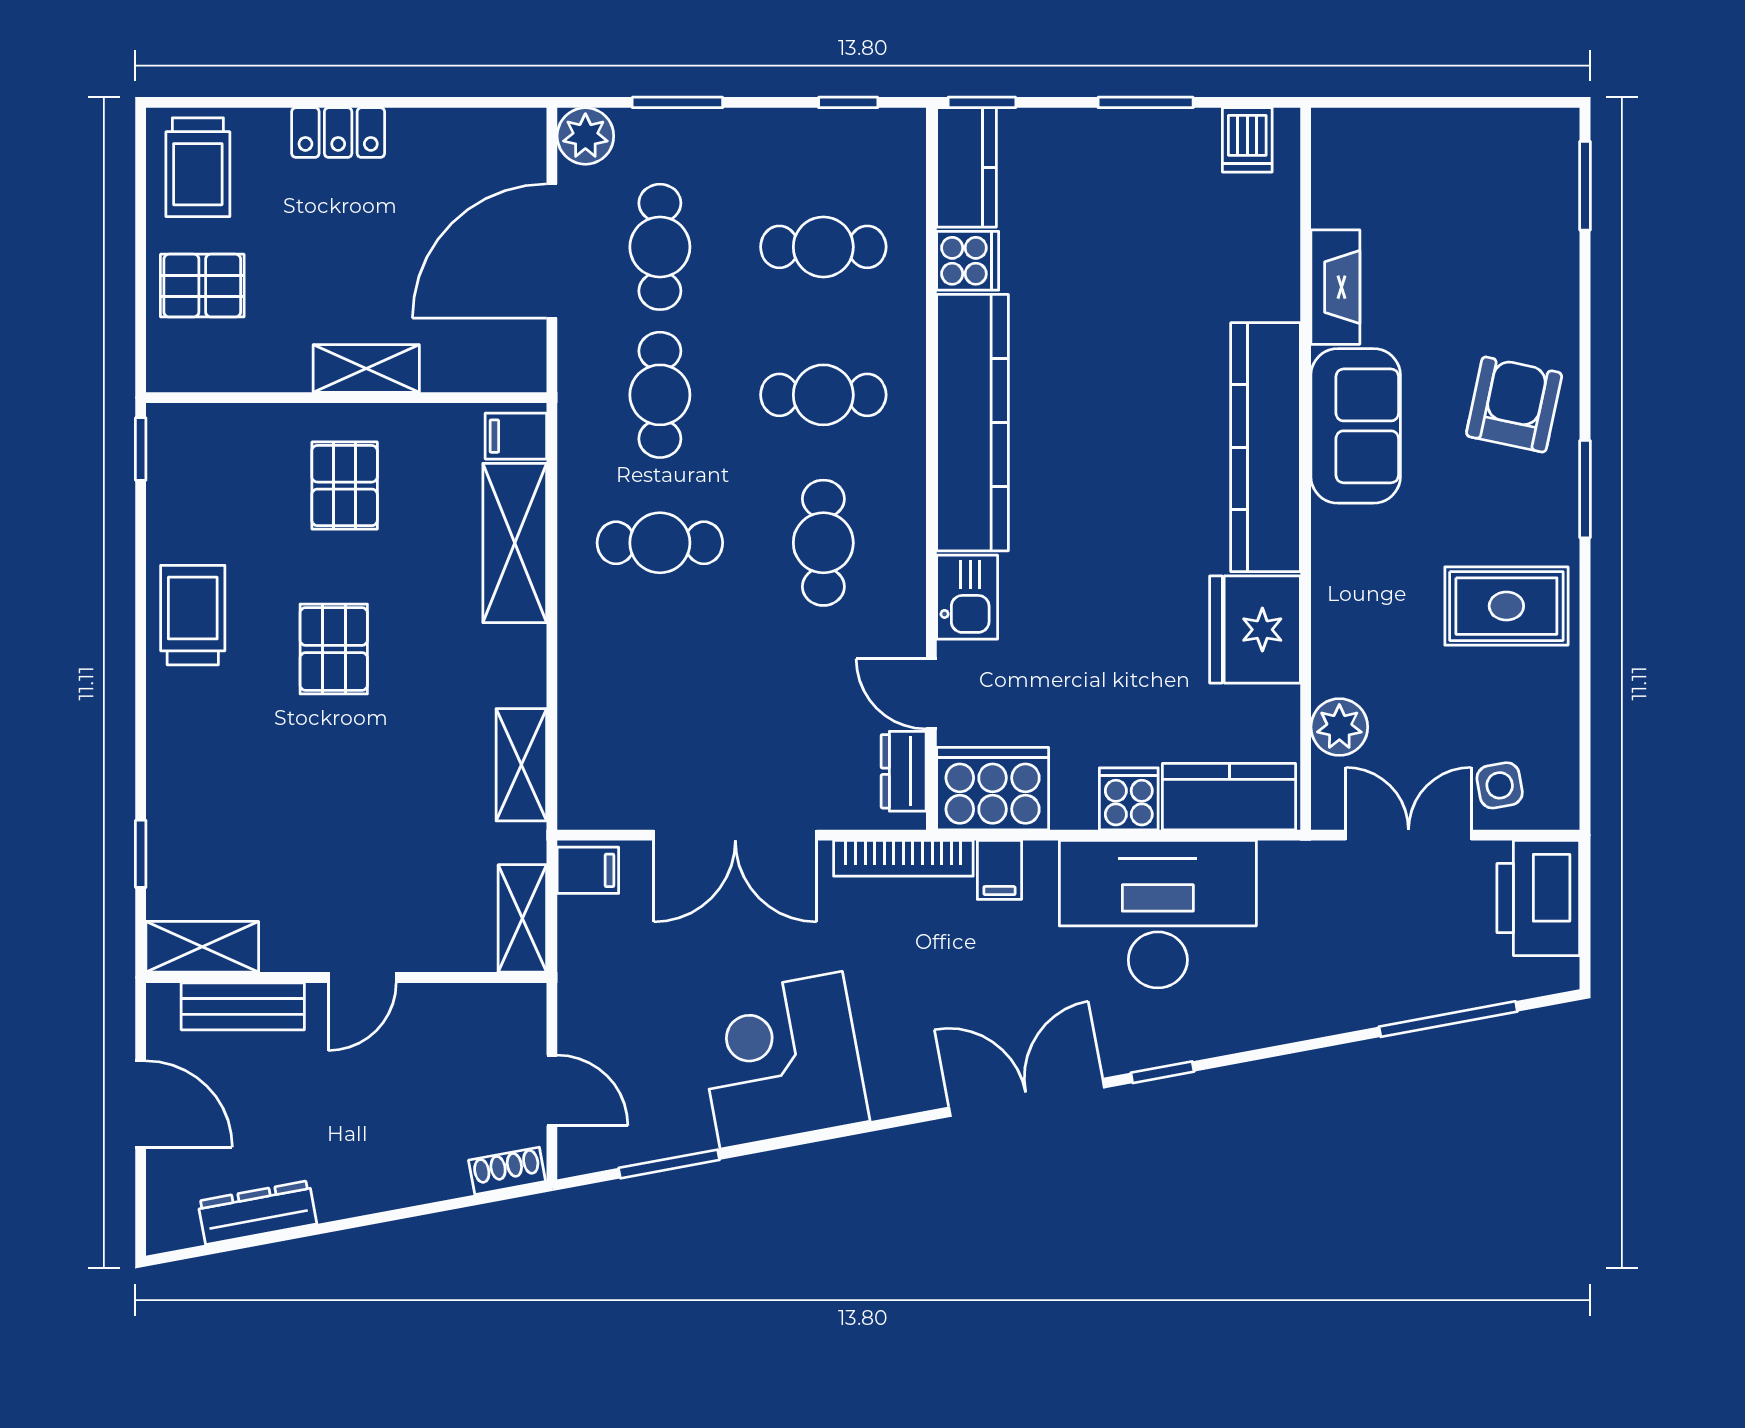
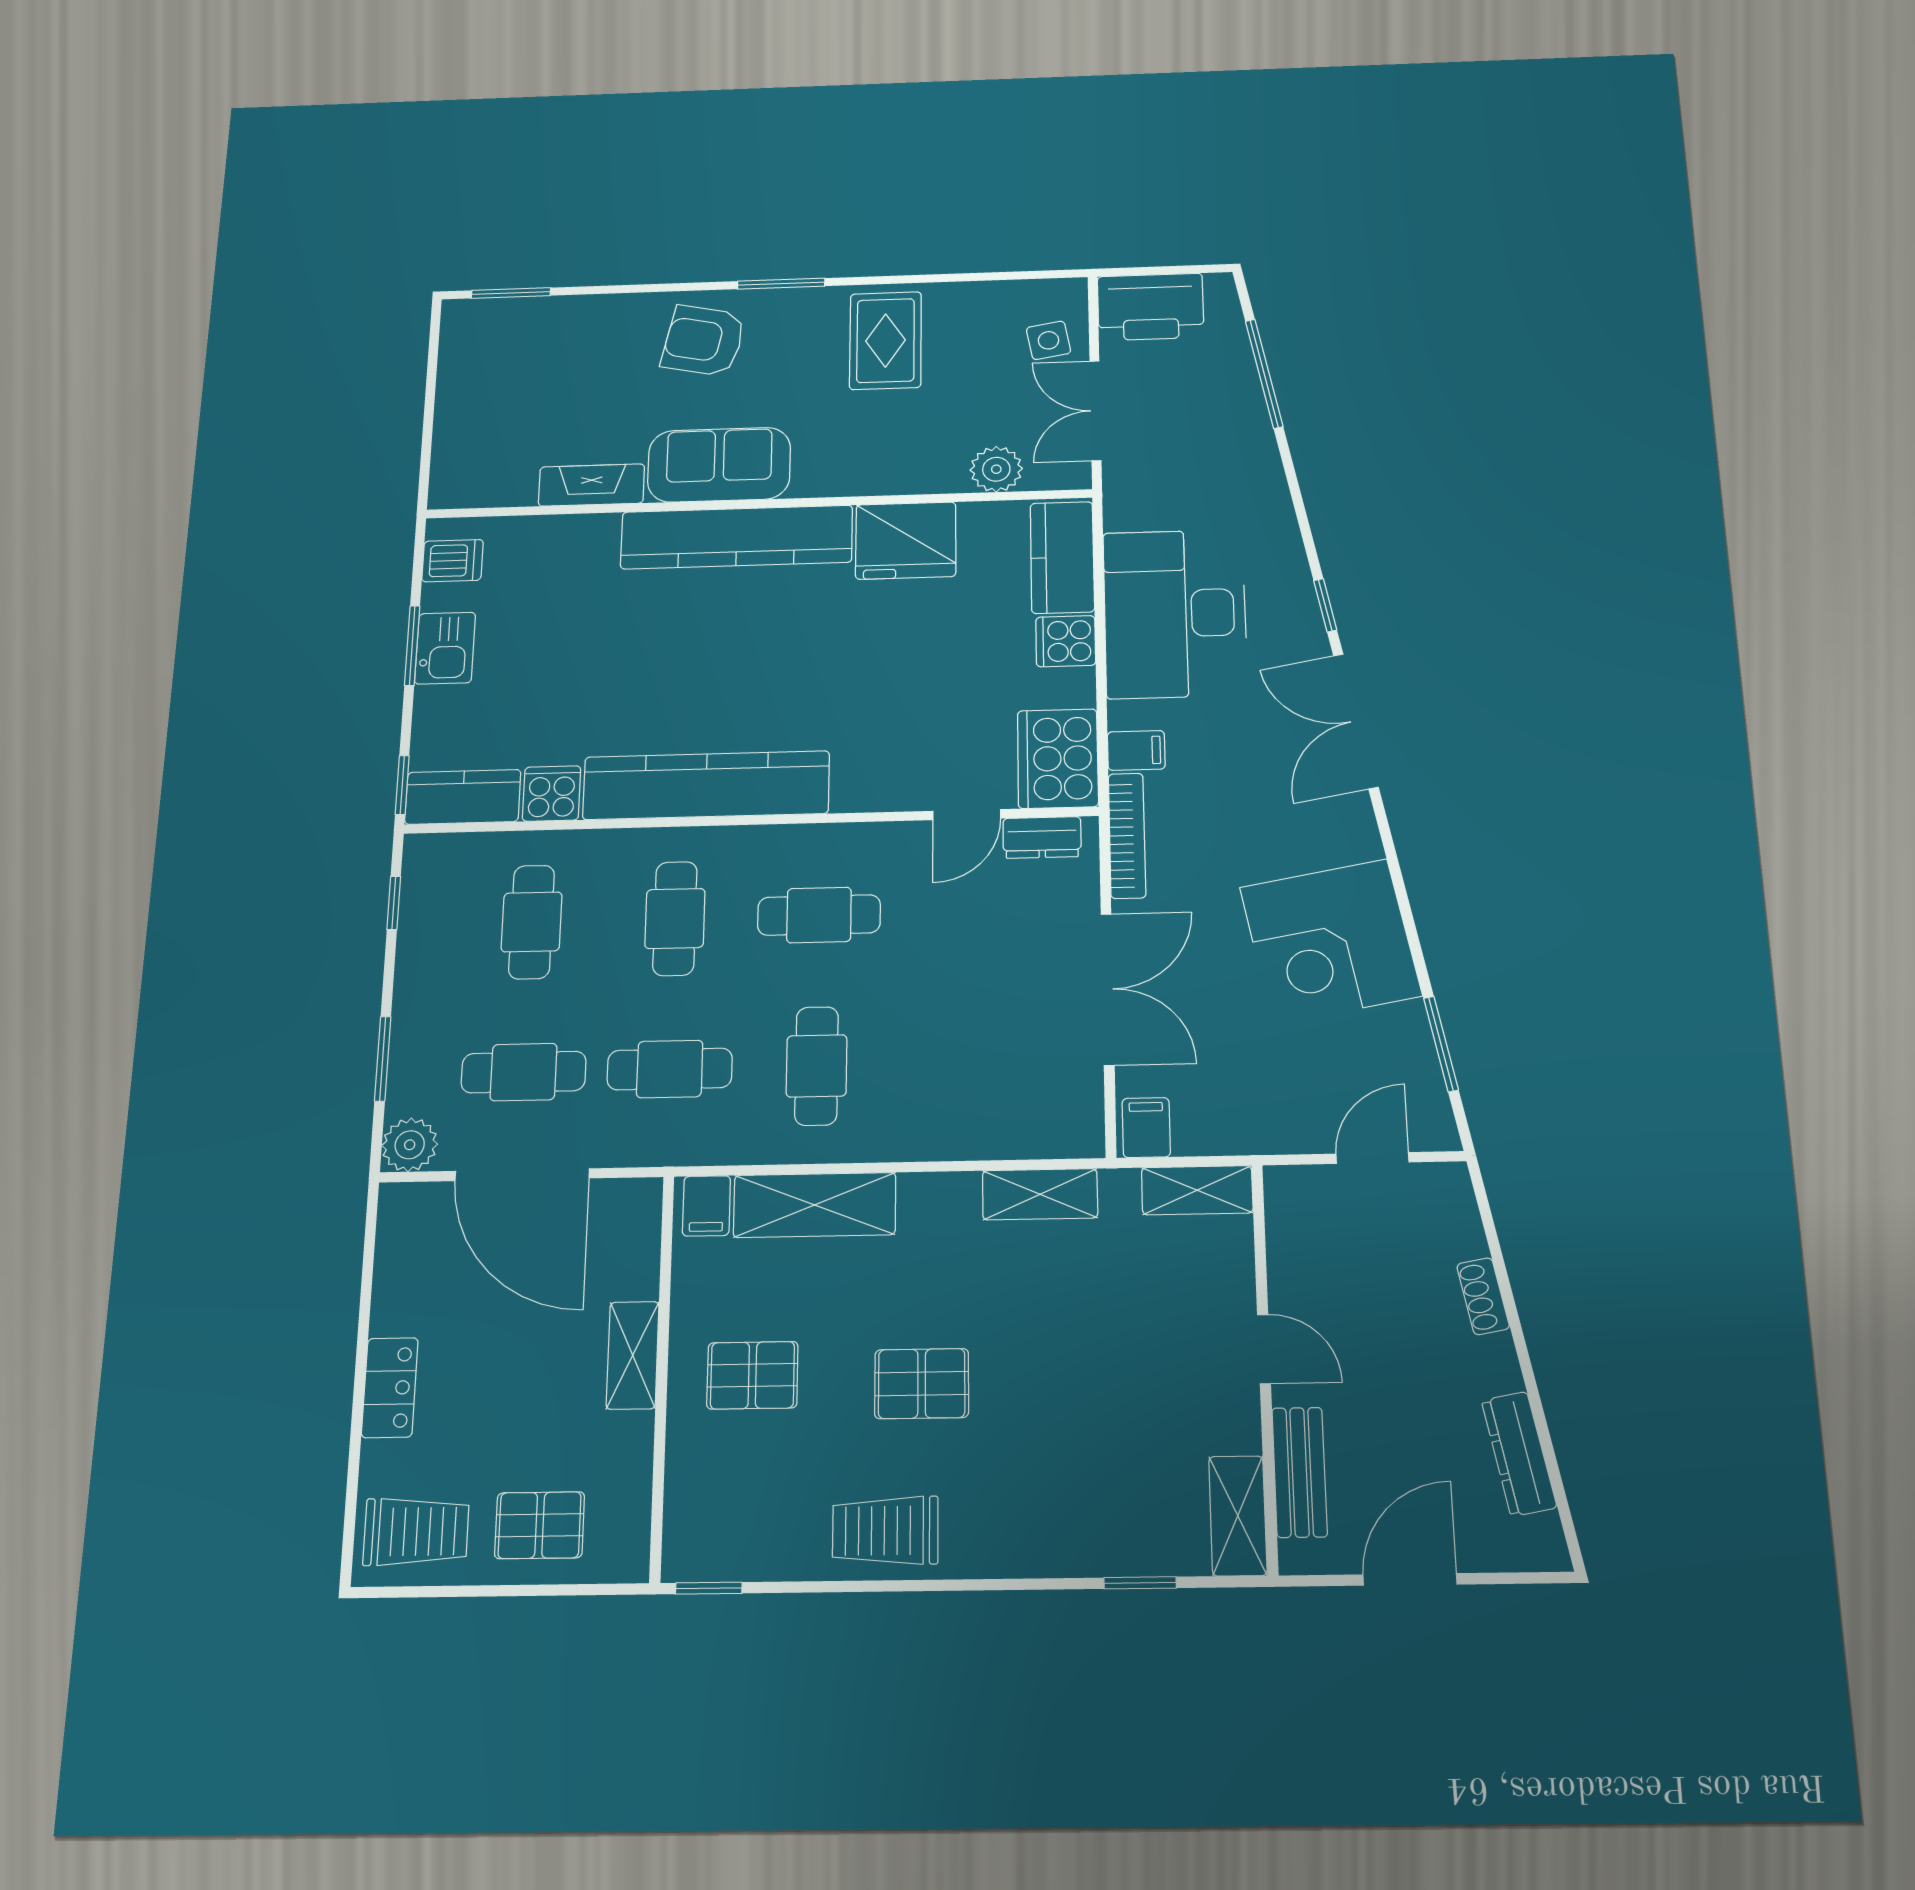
pallet: (202, 286) -> (540, 1525), turned 90
kitchen sink: (967, 597) -> (445, 648), moved, turned 90
shoe rack: (507, 1171) -> (1483, 1296), moved

